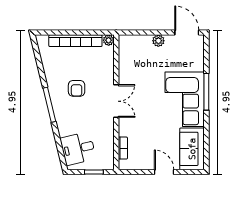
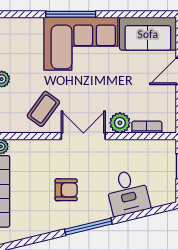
coffee table: (136, 72) -> (43, 109), added
plant: (126, 128) -> (120, 123), added
desk: (78, 148) -> (128, 193), moved

